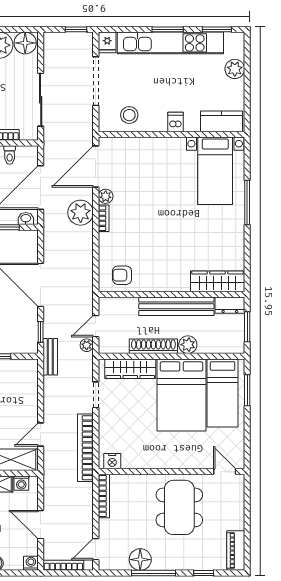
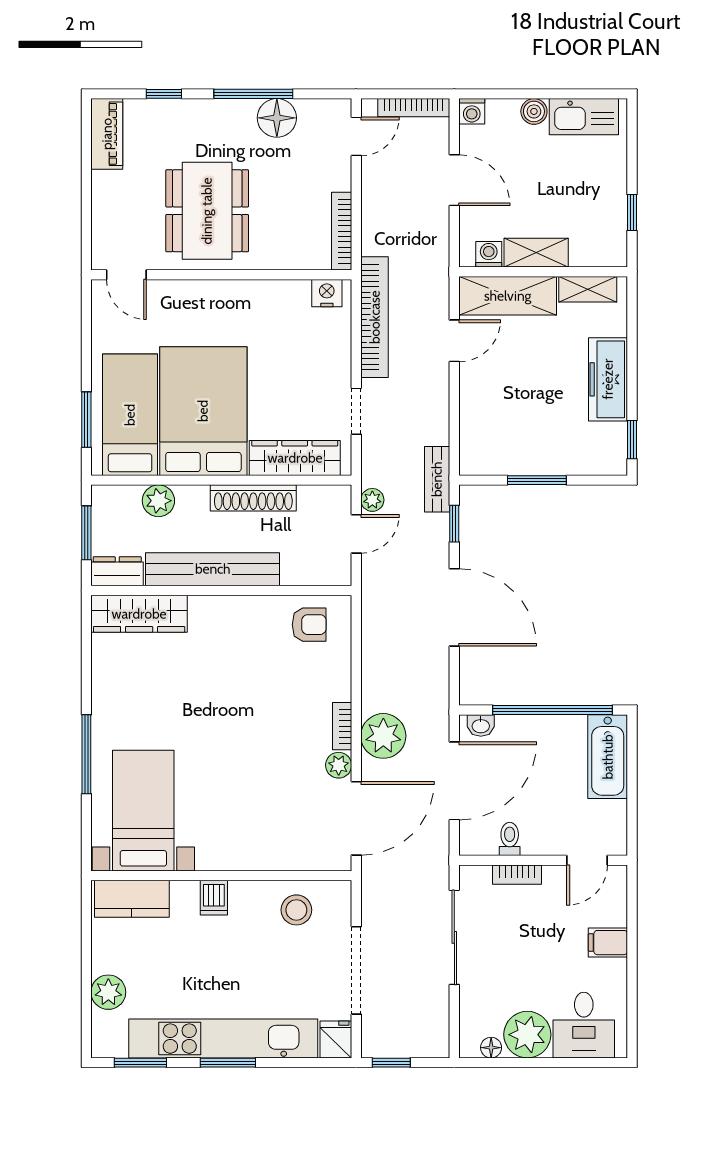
floor lamp: (25, 43) -> (491, 1048), width x0.53, depth x0.53
plant: (188, 345) -> (158, 501), moved

